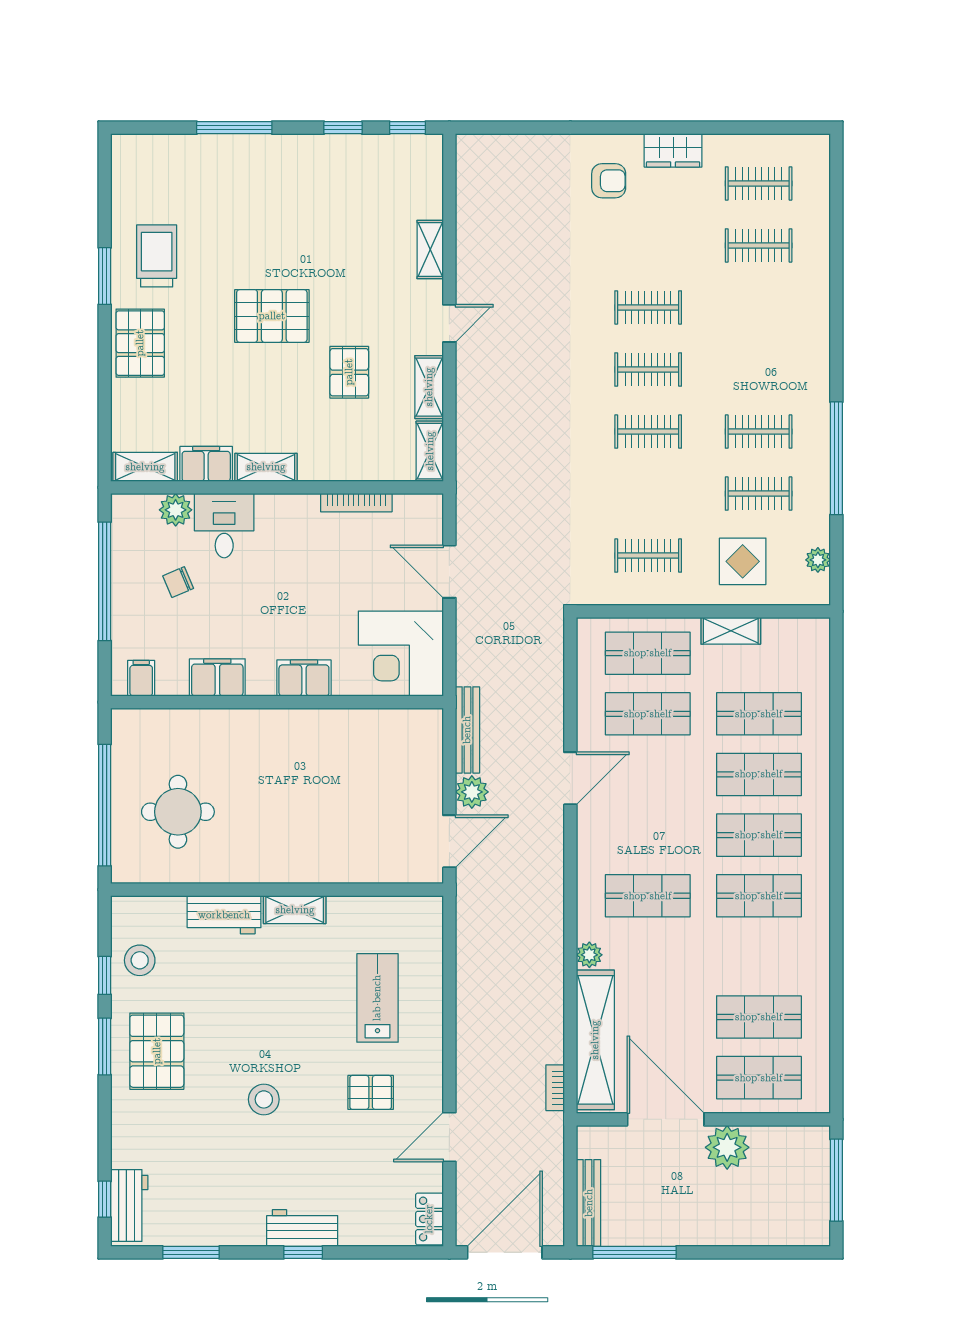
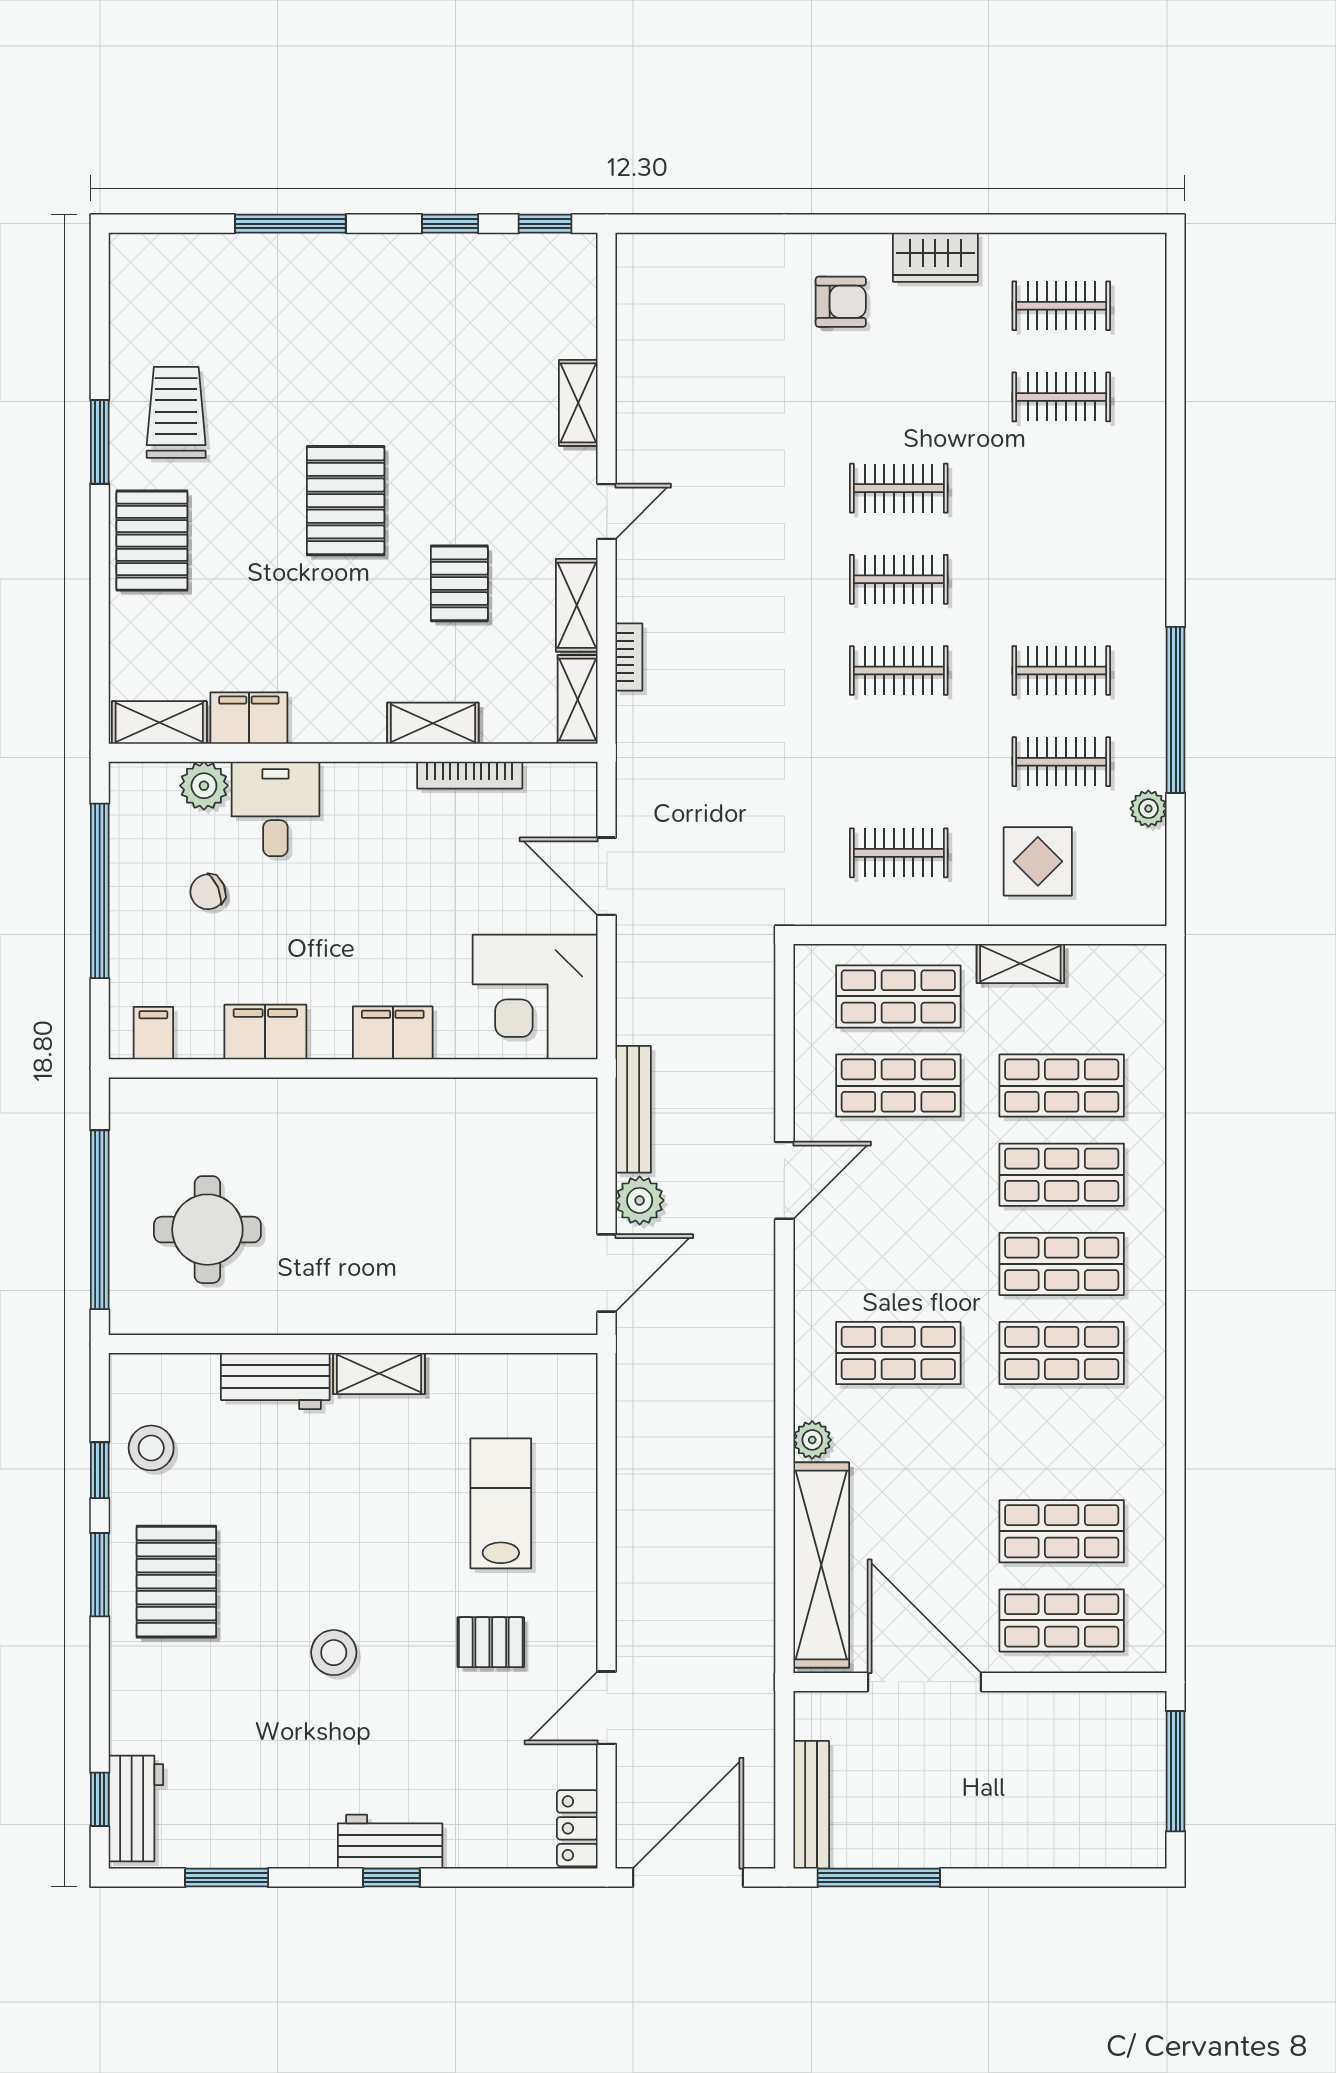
pallet: (272, 316) -> (346, 501), turned 90
shelving: (266, 467) -> (433, 723), moved
plant: (818, 560) -> (1148, 809), moved
bookcase: (555, 1088) -> (629, 657), moved, turned 180
plant: (727, 1147) -> (1015, 1723), removed

